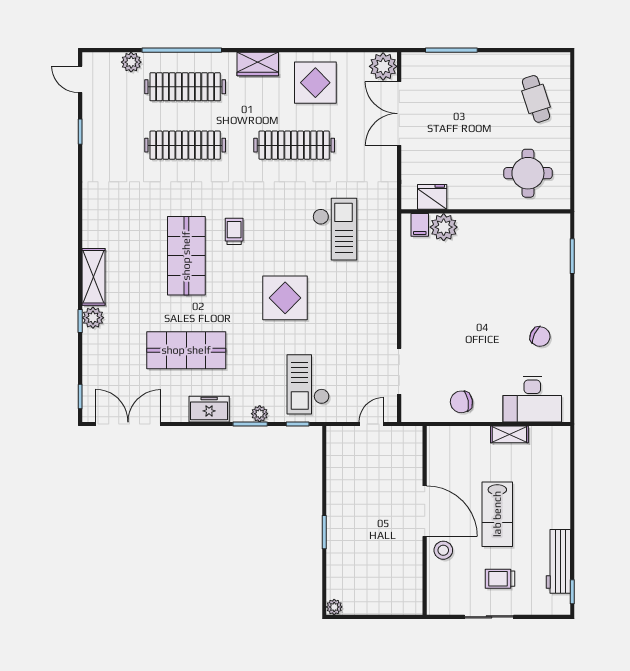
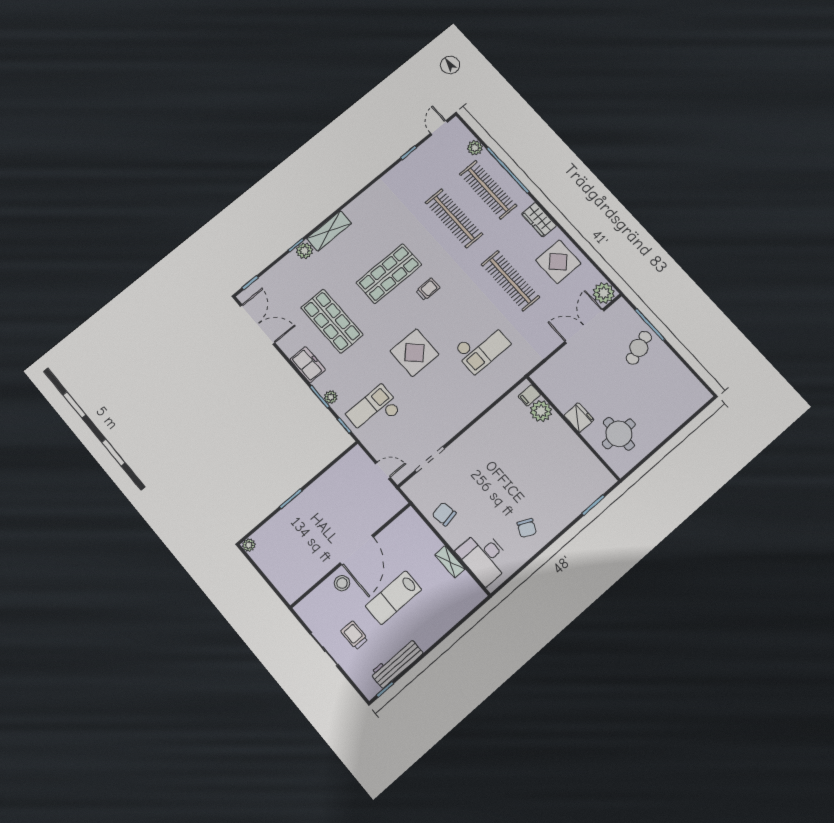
cafe table: (536, 99) -> (639, 348), moved
fridge: (432, 197) -> (579, 418), moved

